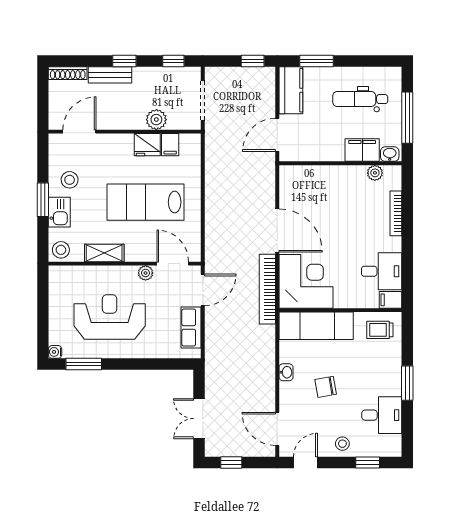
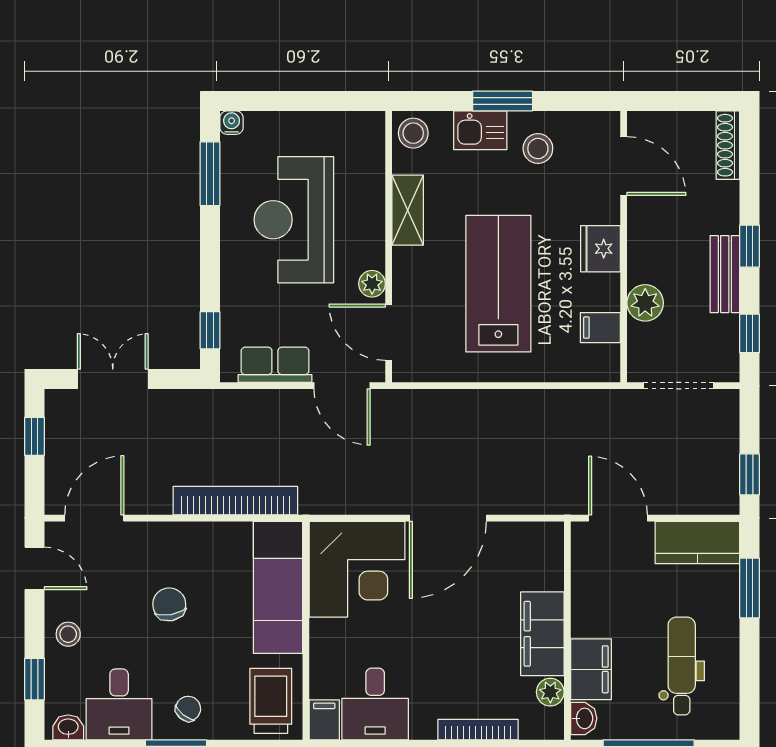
bench: (110, 75) -> (725, 274), moved
fridge: (147, 145) -> (600, 249), moved
filing cabinet: (342, 177) -> (542, 634), added
door: (173, 264) -> (389, 332), swing flipped
bookcase: (267, 289) -> (235, 501), moved
reception desk: (110, 317) -> (294, 220), turned 180
trolley: (380, 330) -> (271, 701), width x1.36, depth x1.39
window: (172, 364) -> (210, 330), added
washbasin: (286, 372) -> (68, 727), moved, turned 180
chair: (384, 376) -> (188, 709), added

